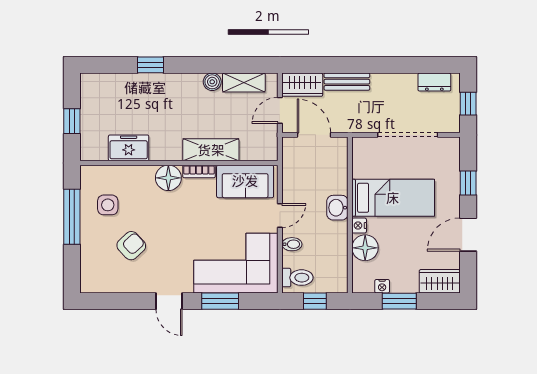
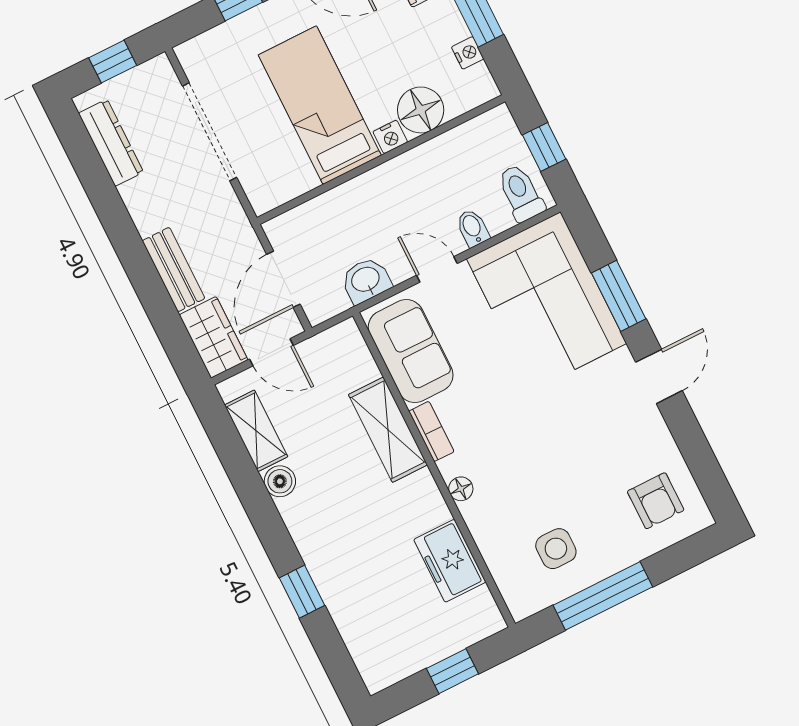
dresser: (434, 82) -> (111, 143), width x1.44
floor lamp: (168, 178) -> (461, 489), width x0.53, depth x0.53
washbasin: (337, 208) -> (366, 280), moved, turned 180
armchair: (131, 246) -> (656, 501), moved, turned -137

